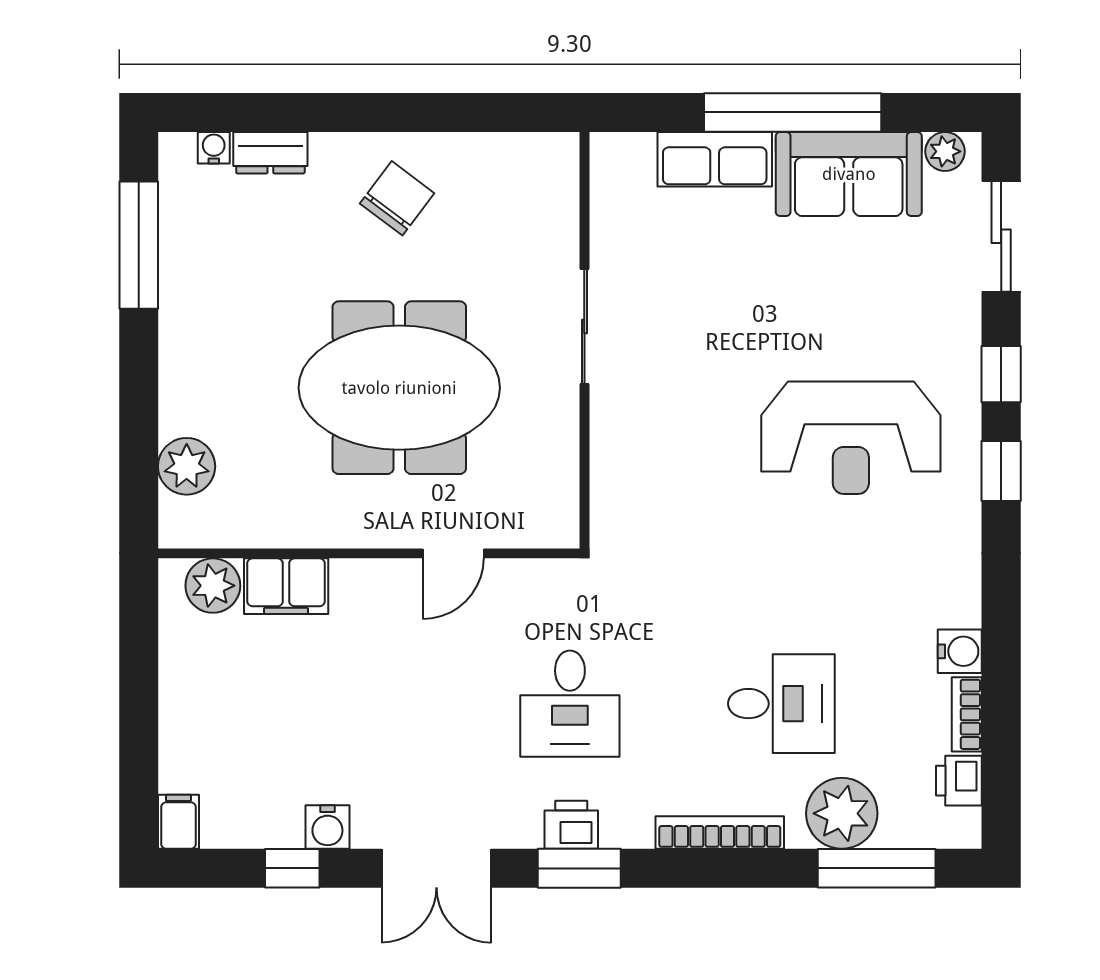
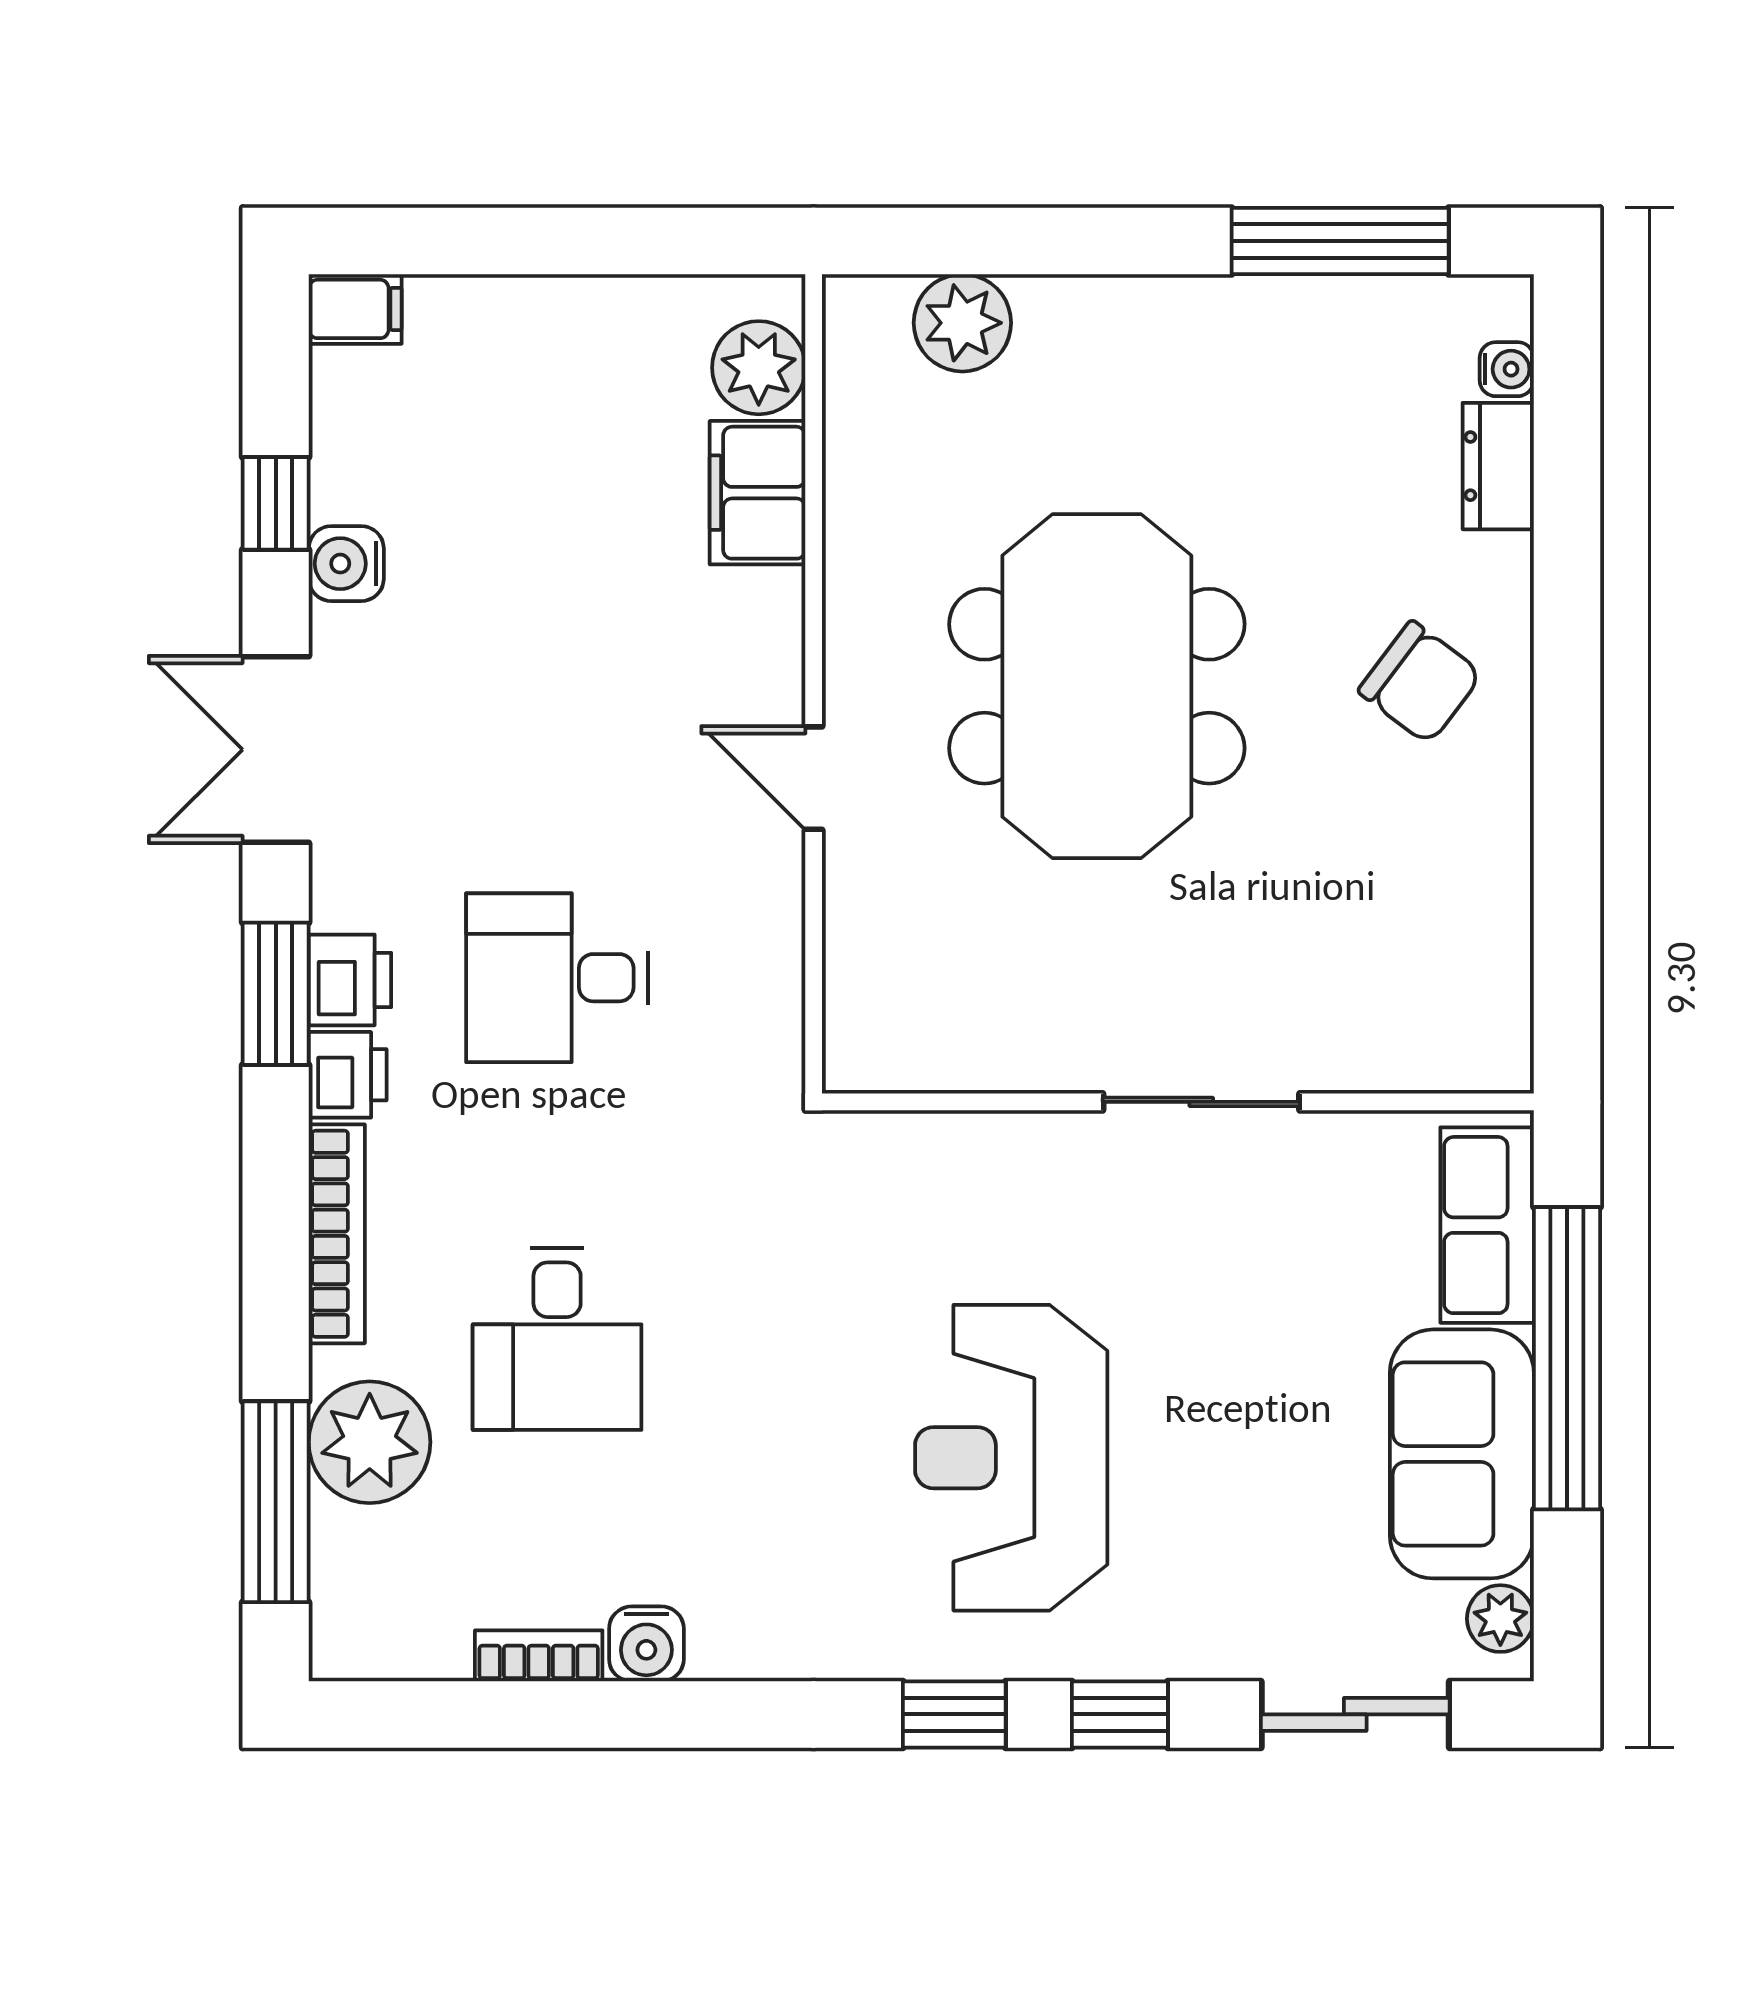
sliding door: (584, 327) -> (1201, 1102), moved
wall: (584, 340) -> (1178, 1102), moved
printer: (959, 781) -> (348, 1075), moved, turned 90

